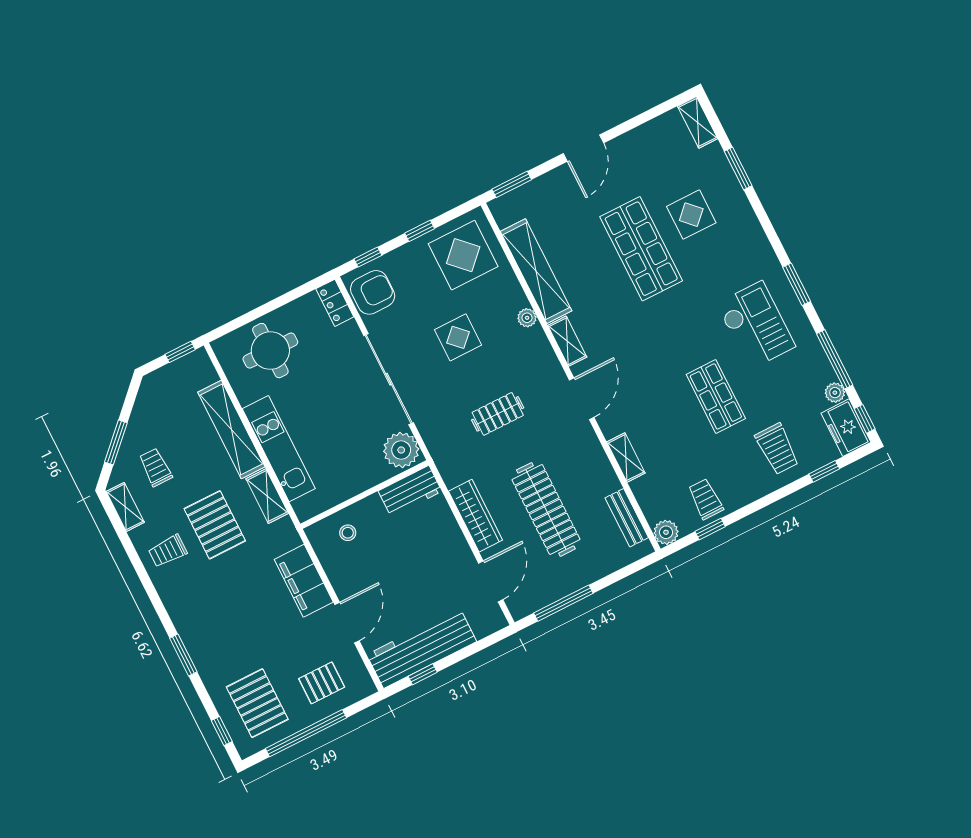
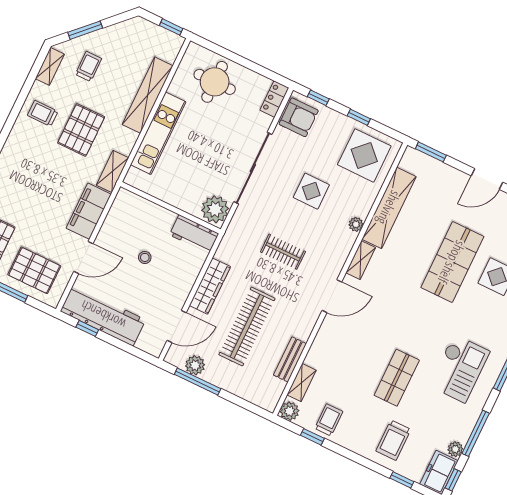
shelving: (626, 458) -> (302, 383), moved
shelving: (267, 496) -> (113, 171), moved
bench: (627, 518) -> (290, 359), moved
stool: (348, 533) -> (145, 257), moved
plant: (545, 593) -> (195, 365), added
pallet: (322, 683) -> (34, 270), width x1.50, depth x1.42

